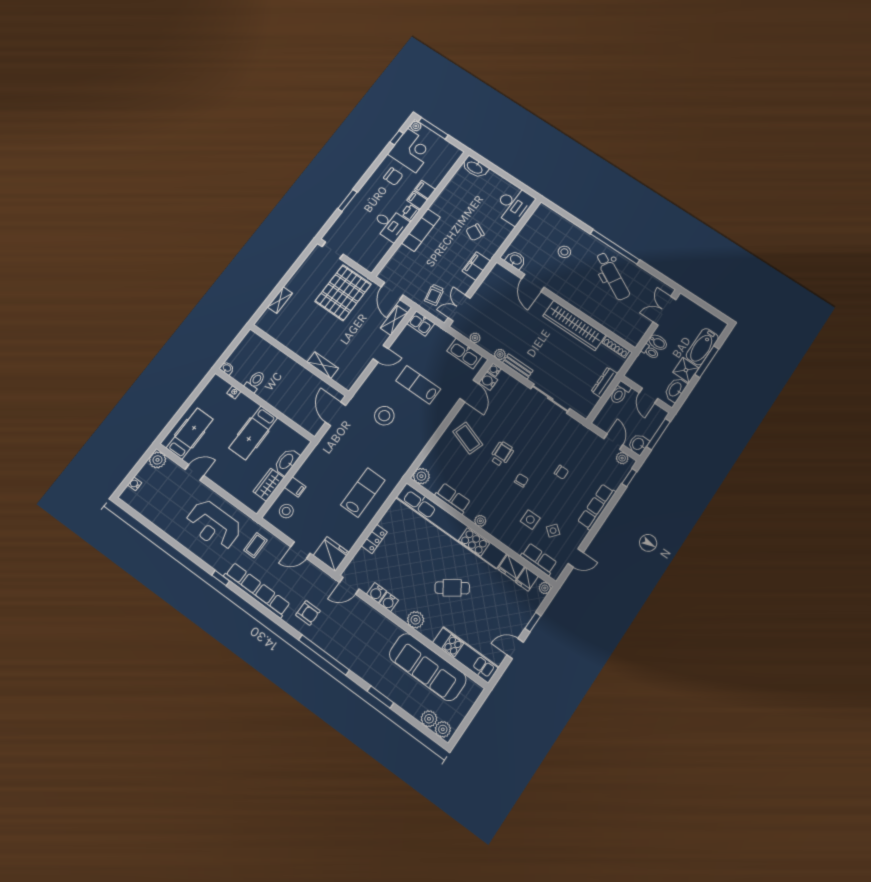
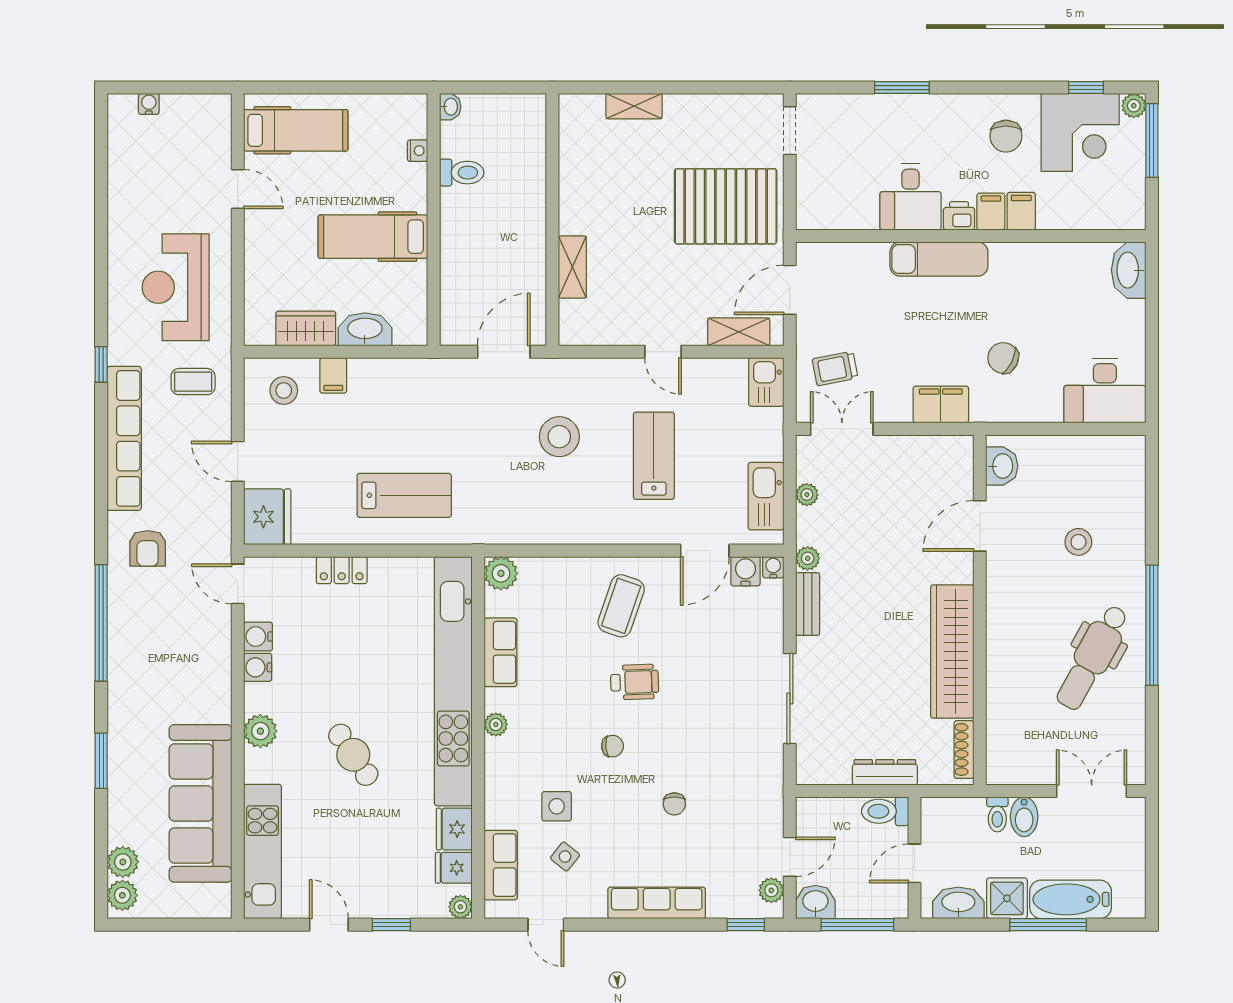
plant: (157, 460) -> (214, 111), removed

